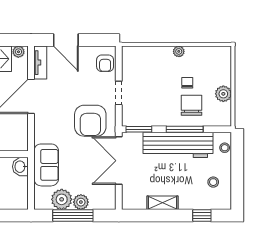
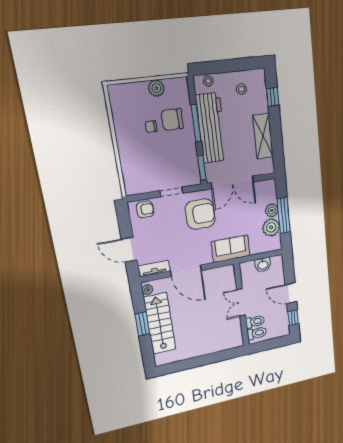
door: (66, 40) -> (129, 250), swing flipped
plant: (179, 51) -> (121, 139), removed
sofa: (46, 165) -> (231, 249), moved
washbasin: (20, 167) -> (263, 265), moved
shelving: (163, 203) -> (263, 136), width x1.50, depth x1.33

